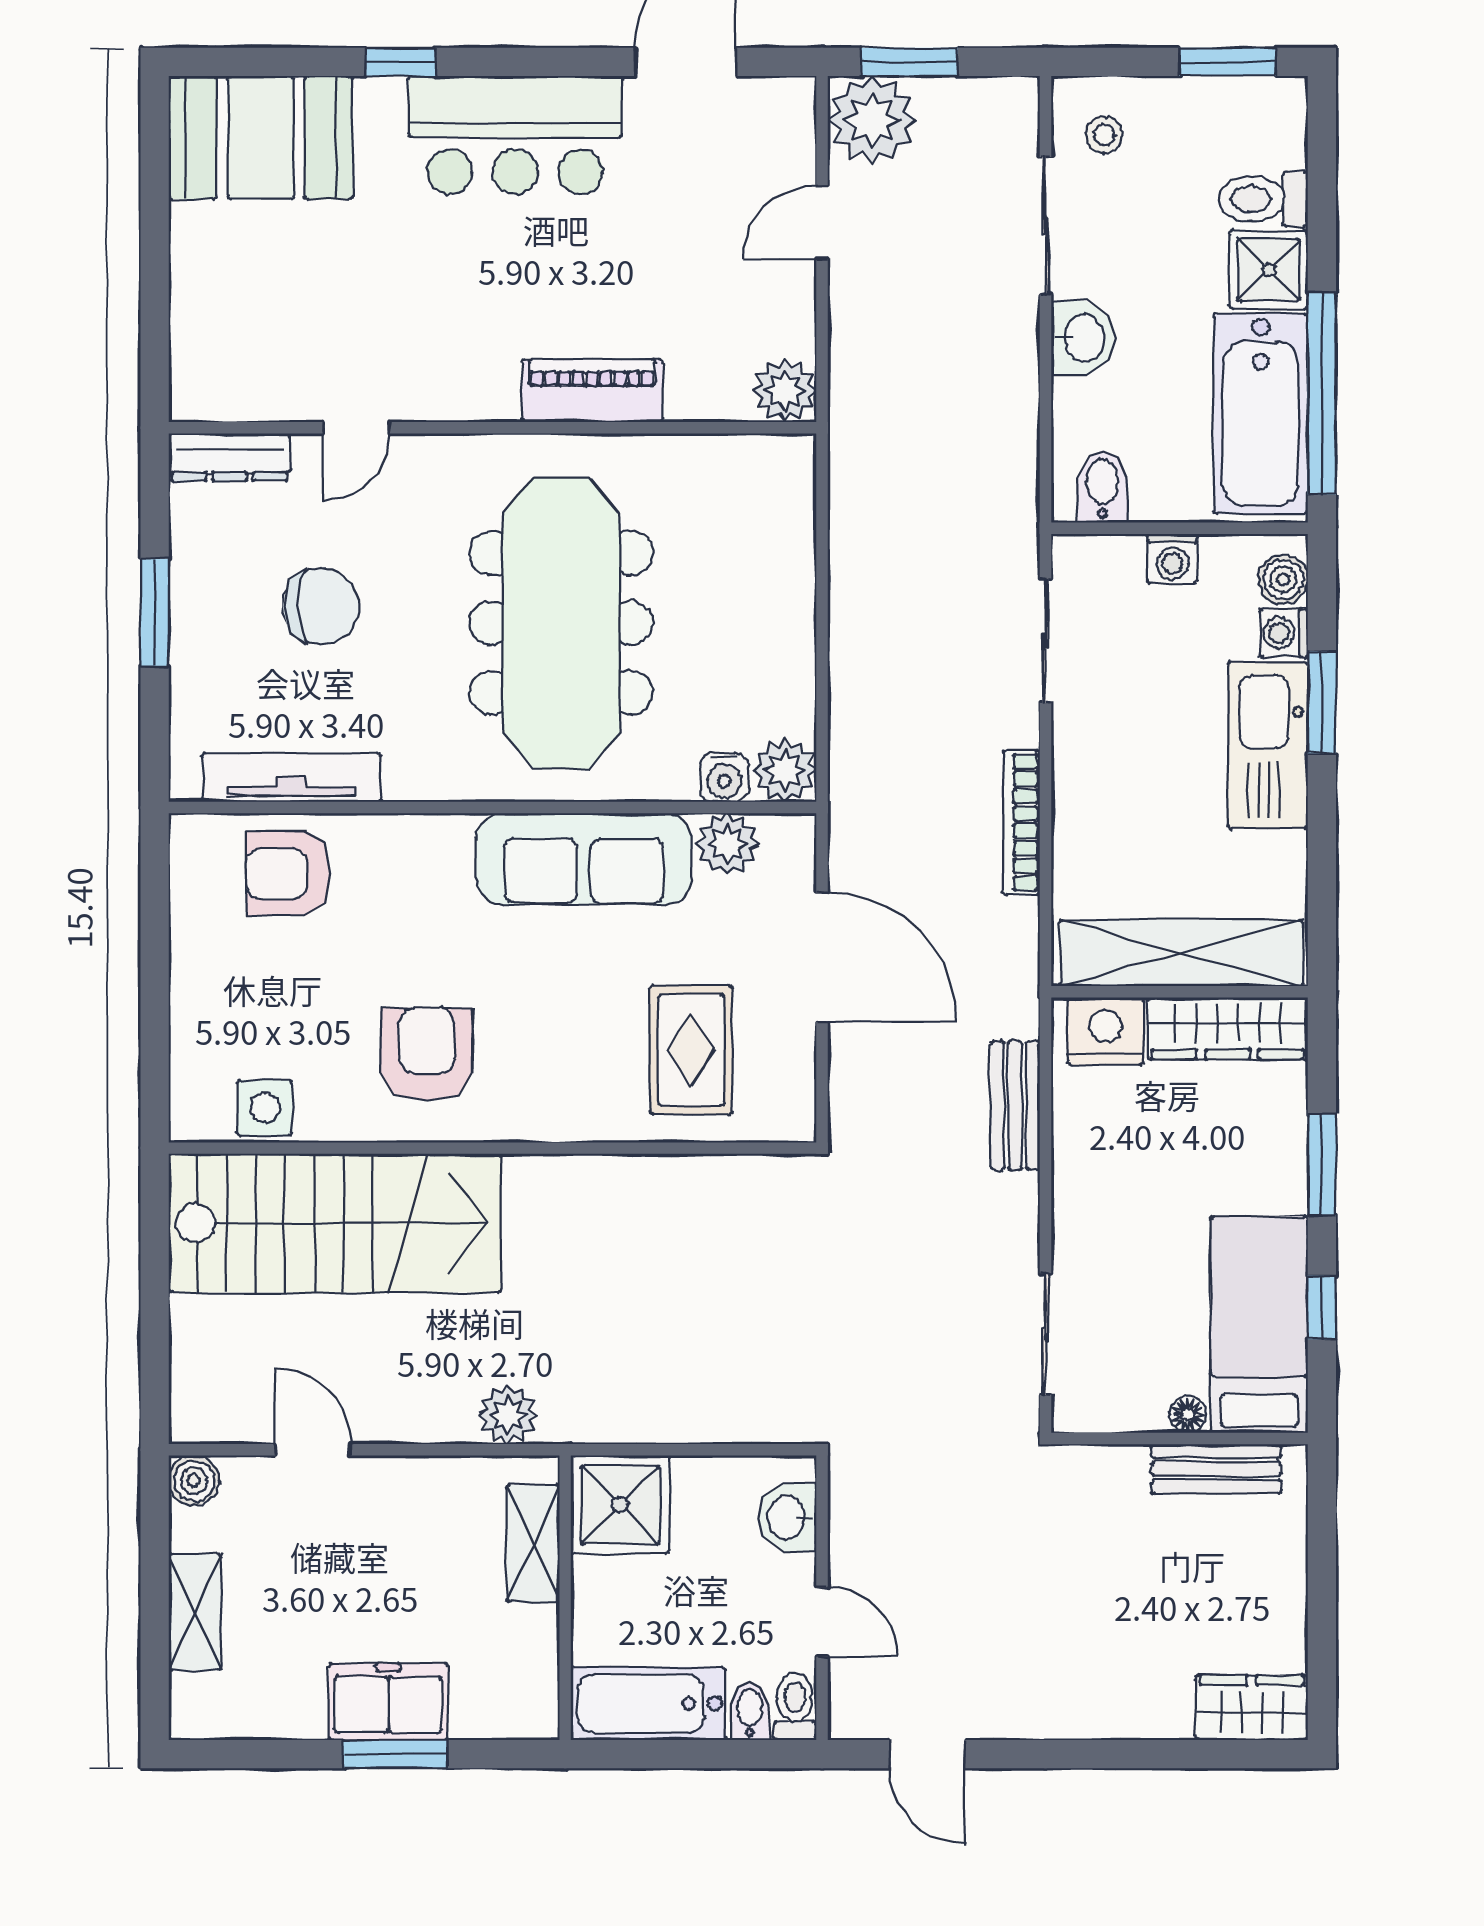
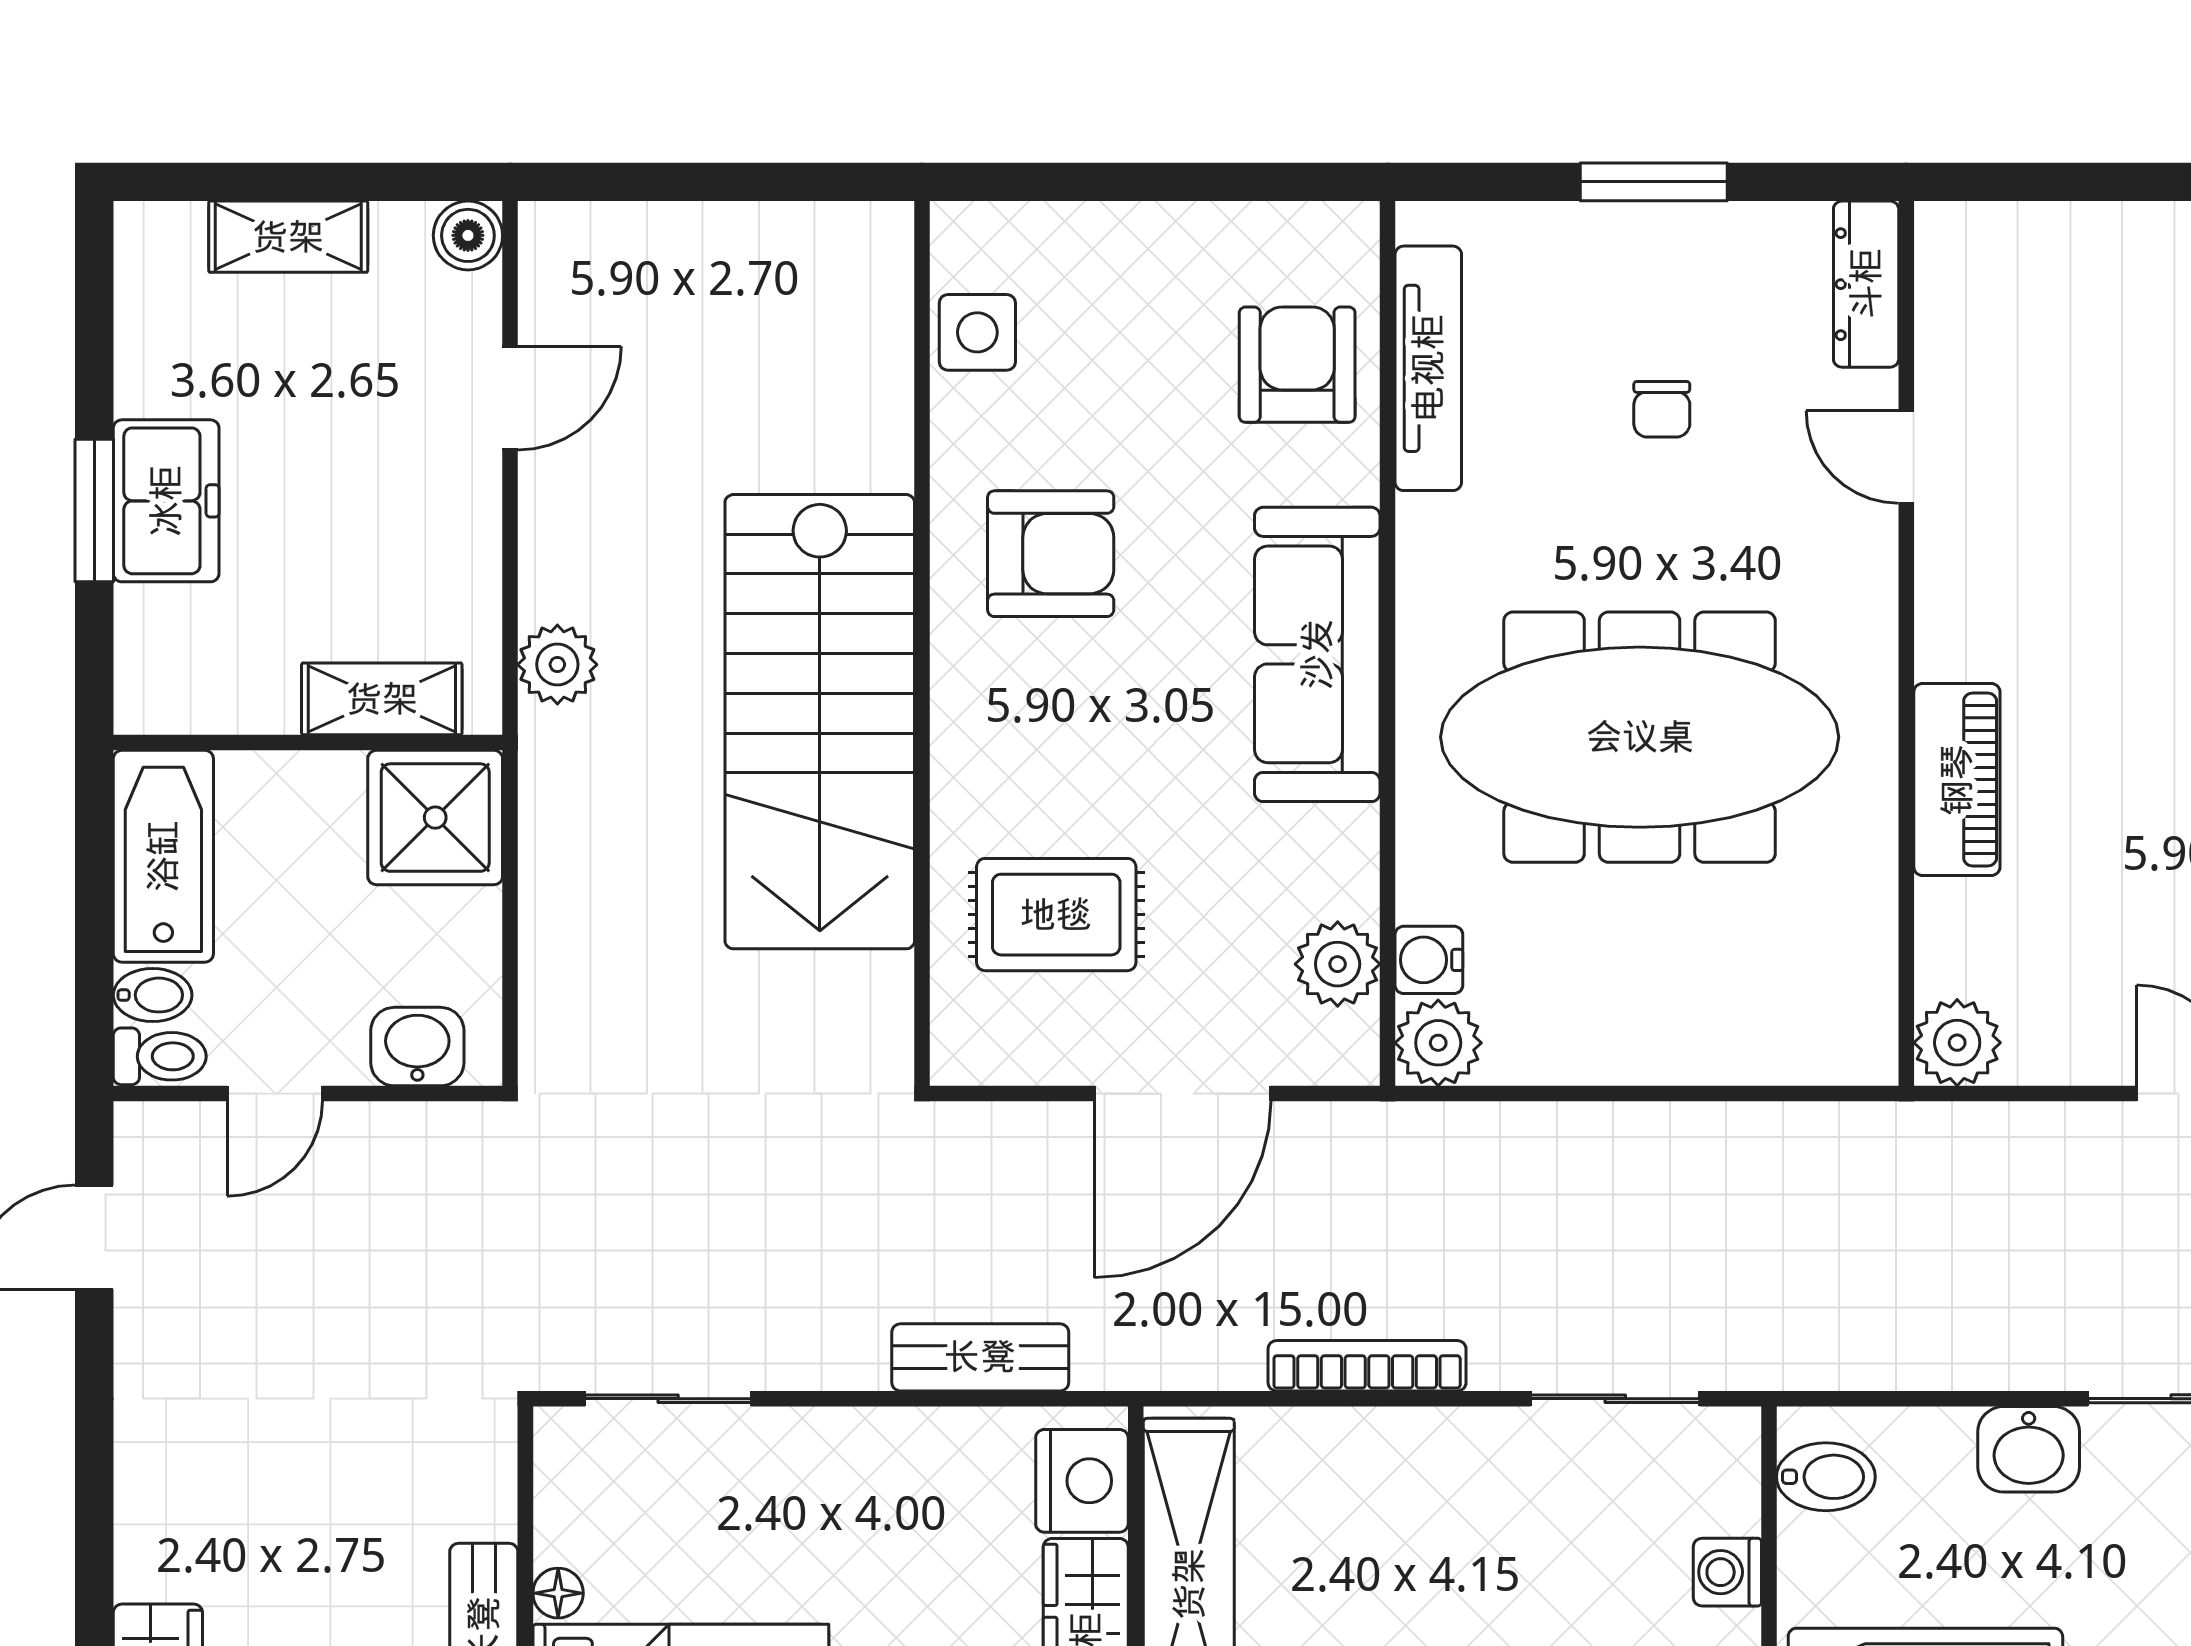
chair: (321, 607) -> (1662, 409), width x0.54, depth x0.54
sofa: (584, 859) -> (1317, 654), moved
stairs: (335, 1223) -> (820, 722), moved

